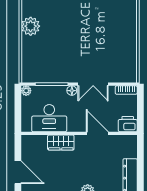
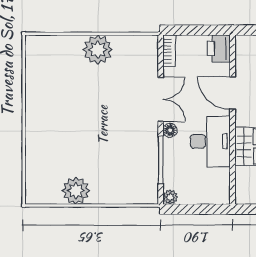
plant: (127, 41) -> (98, 50), added
desk: (49, 118) -> (210, 141), moved
door: (97, 133) -> (232, 93), hinge flipped

